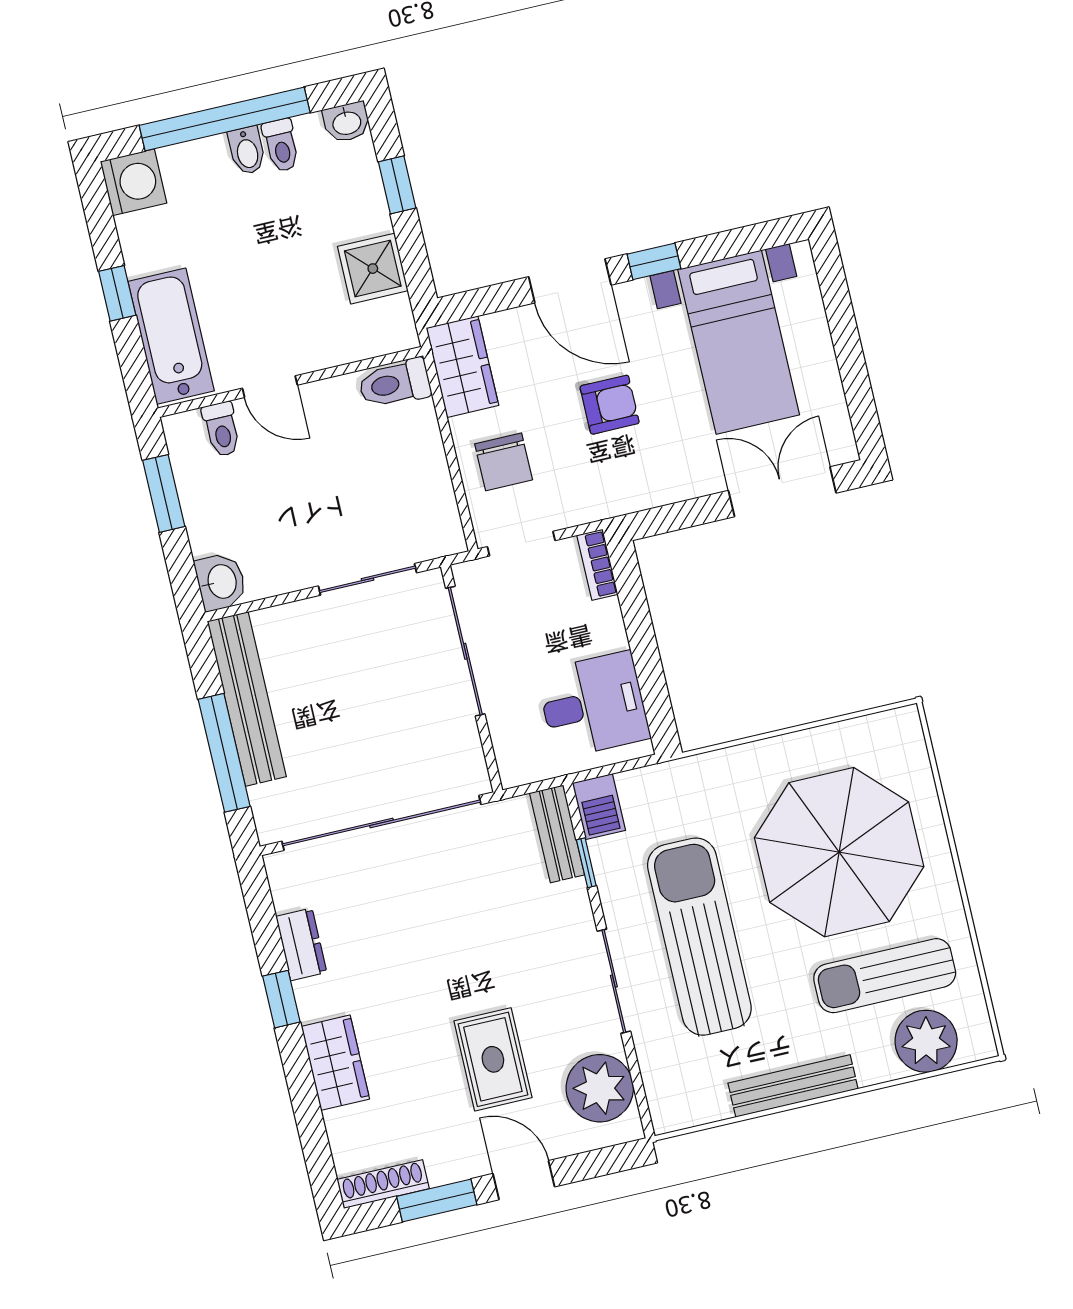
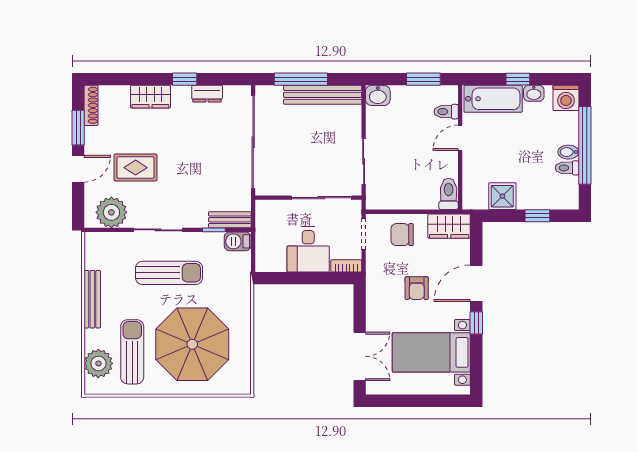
washbasin: (347, 122) -> (534, 93), moved, turned -90
desk: (593, 705) -> (308, 249), moved
sun lounger: (699, 937) -> (169, 273), width x0.73, depth x0.75

